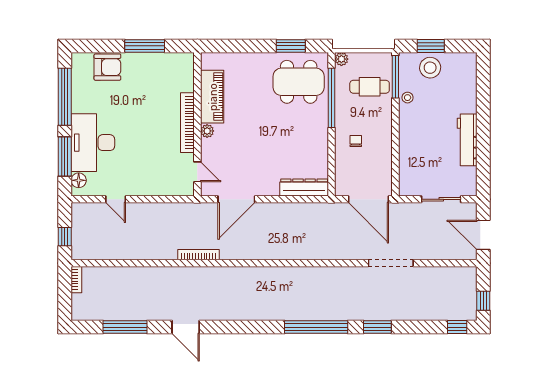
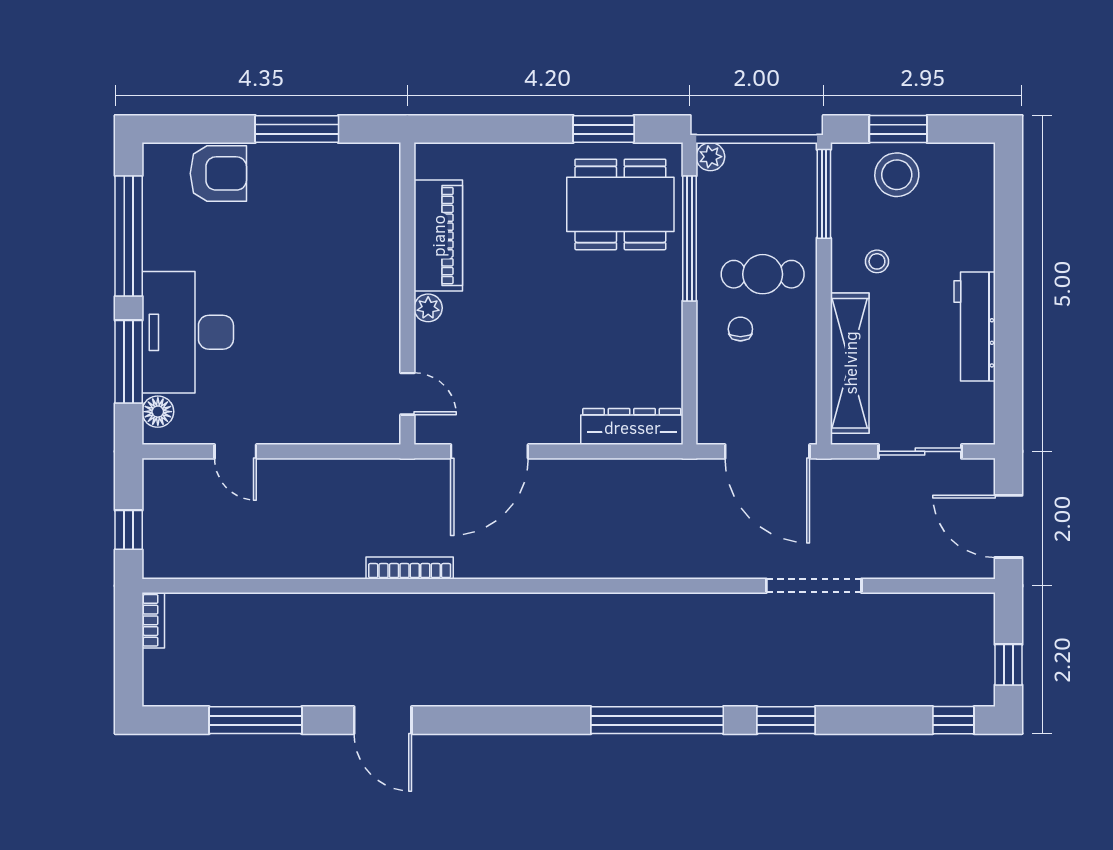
cafe table: (370, 87) -> (763, 274), moved
stool: (408, 98) -> (877, 261), moved
bookcase: (187, 123) -> (386, 290), removed
shelving: (408, 157) -> (850, 363), added

